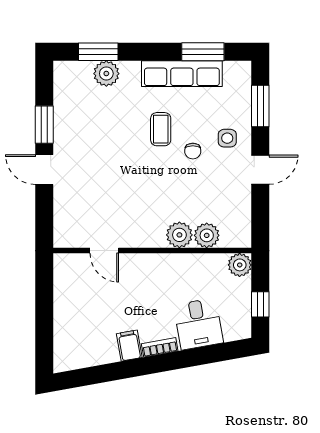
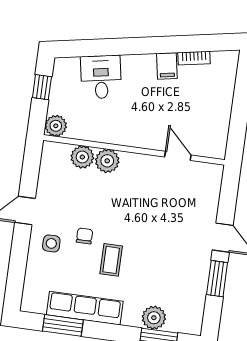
window: (260, 106) -> (17, 269), removed
bookcase: (160, 347) -> (194, 58), moved

